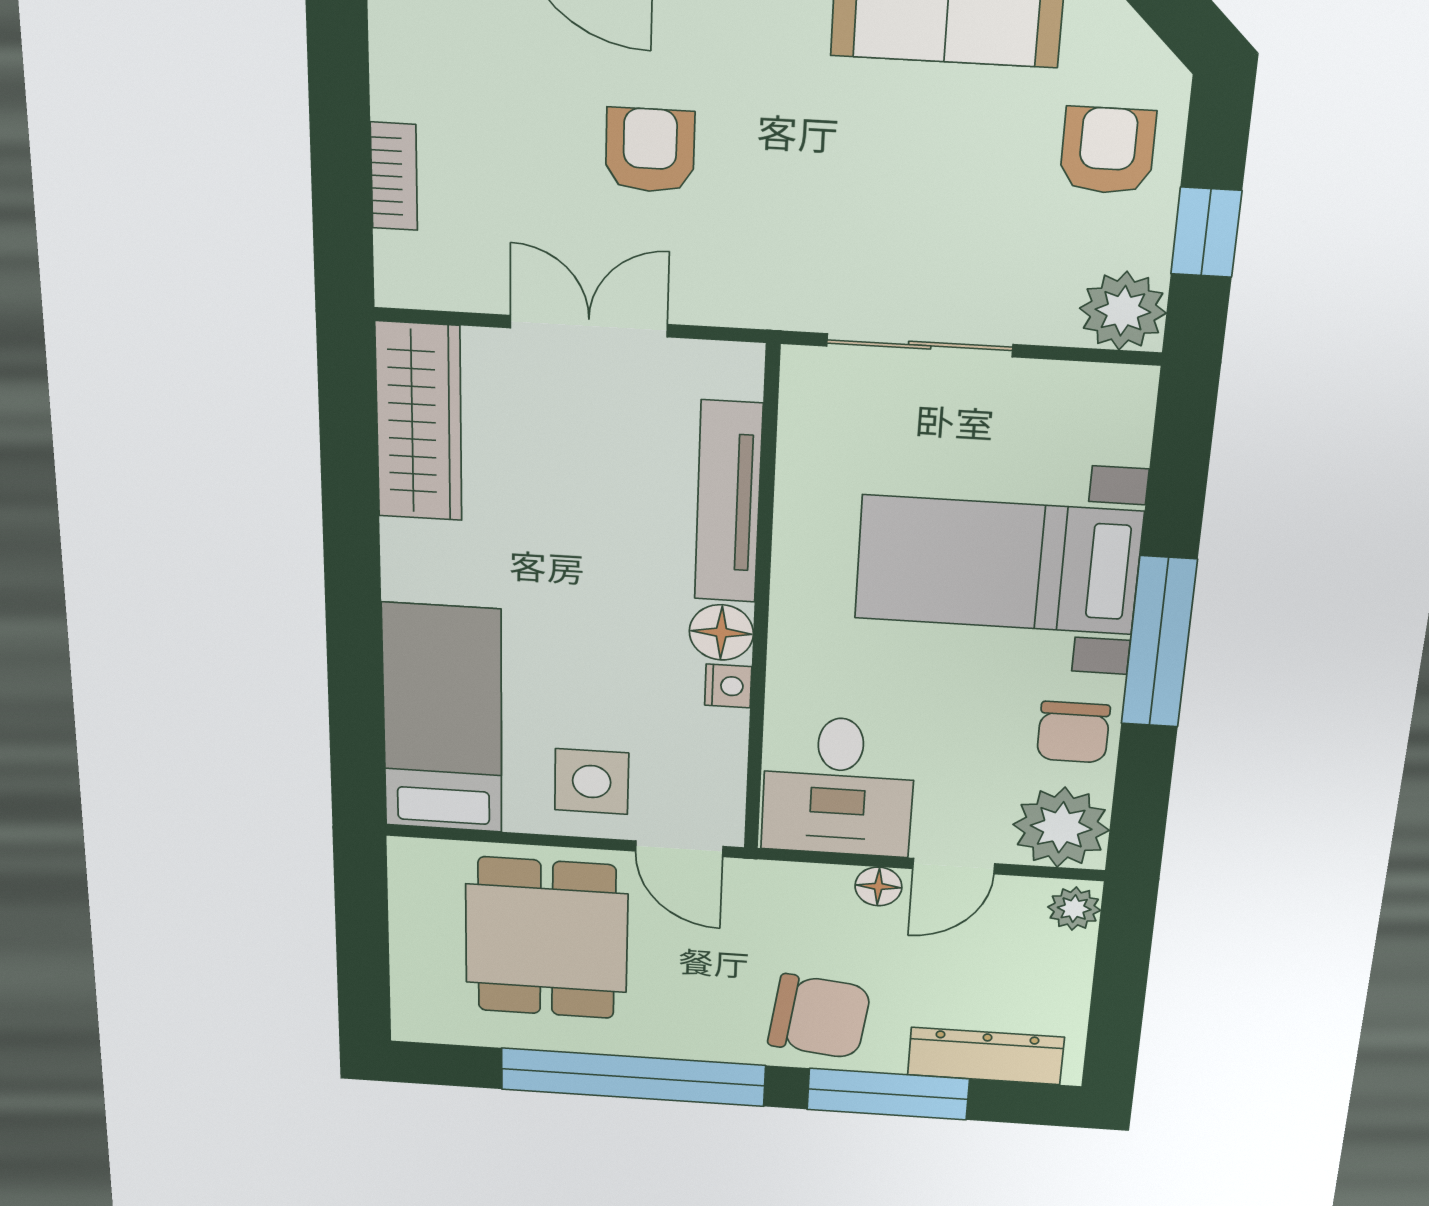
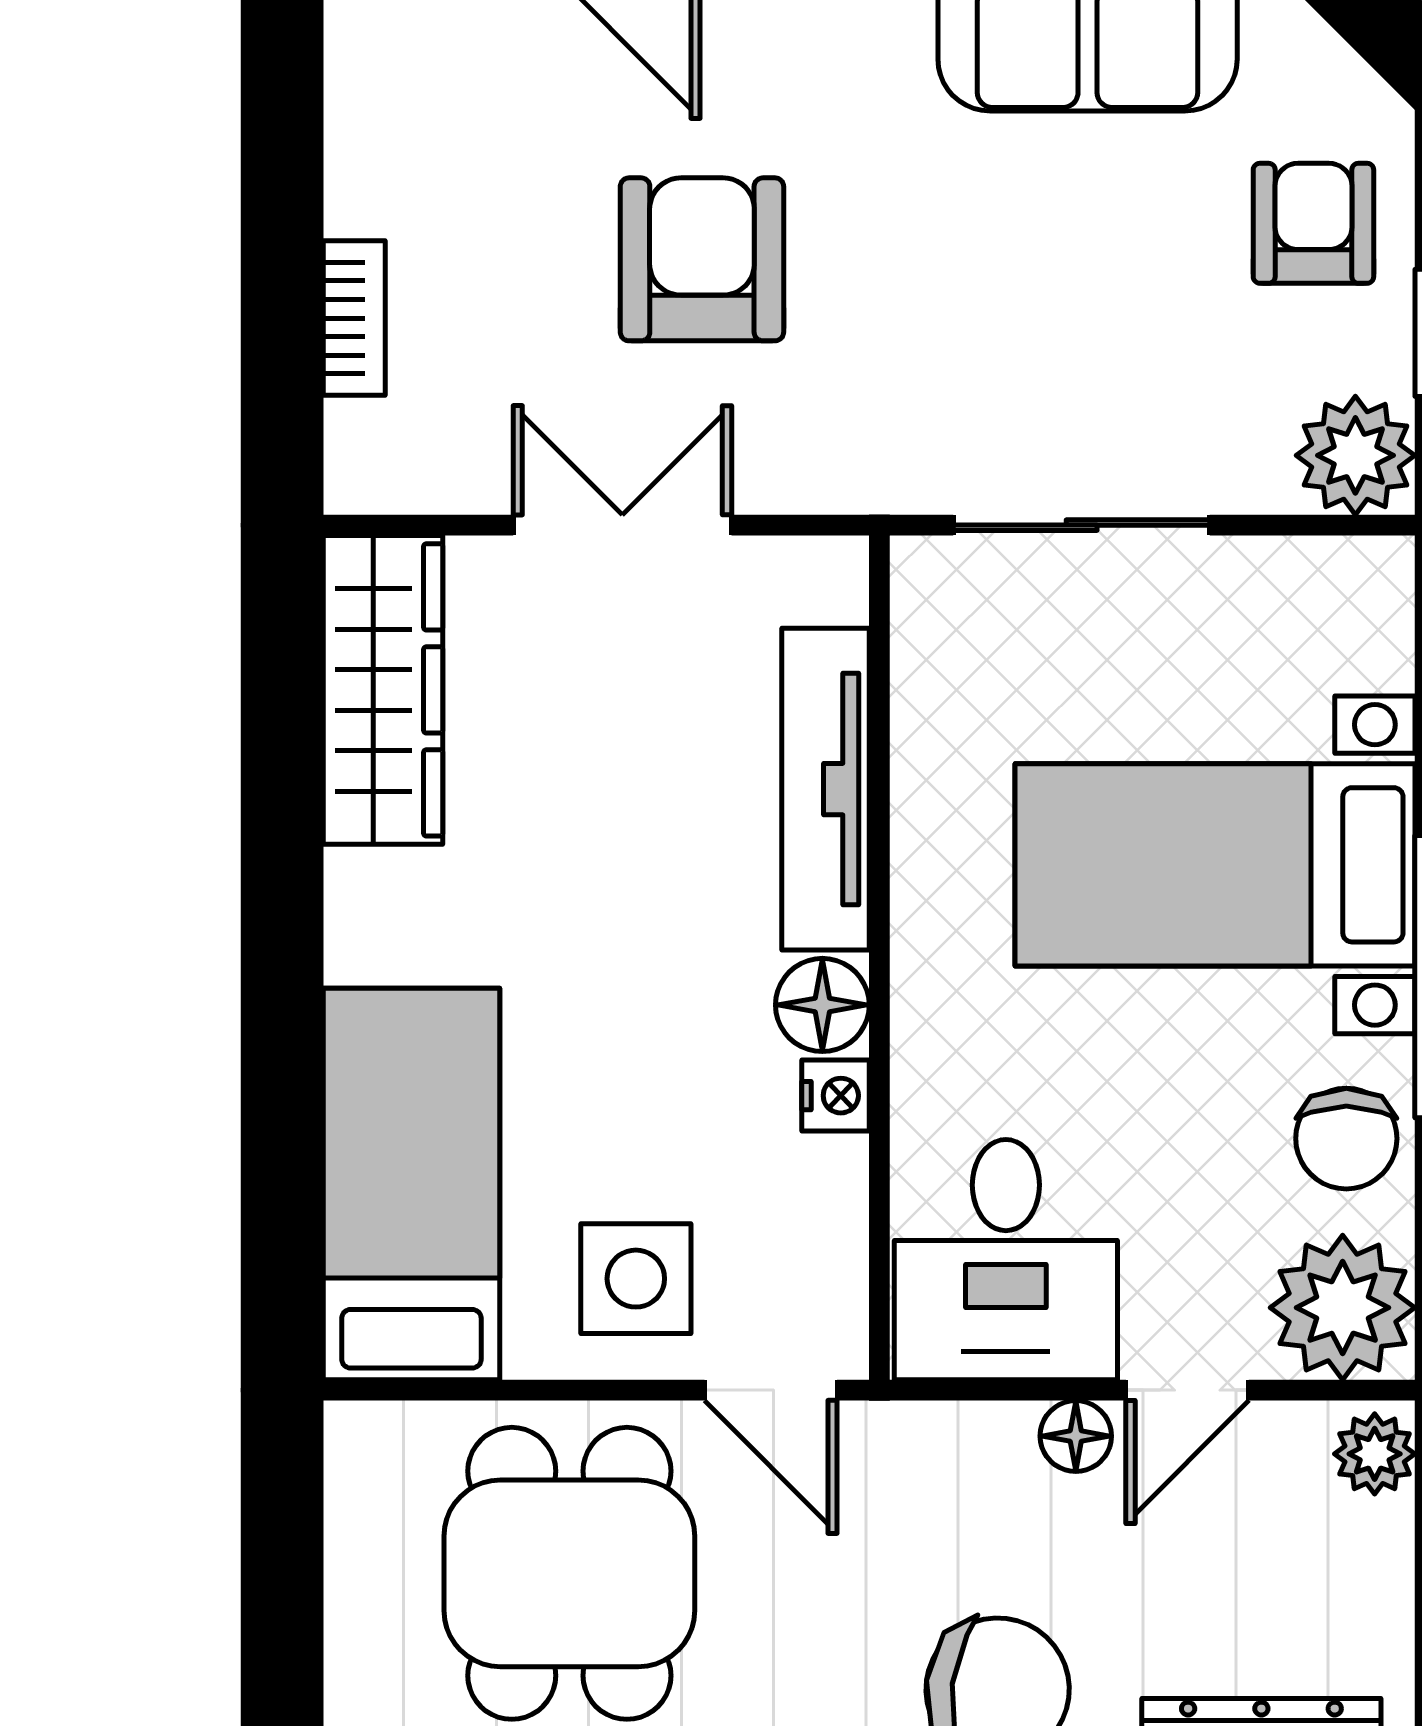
armchair: (650, 150) -> (702, 259), width x1.38, depth x1.38

